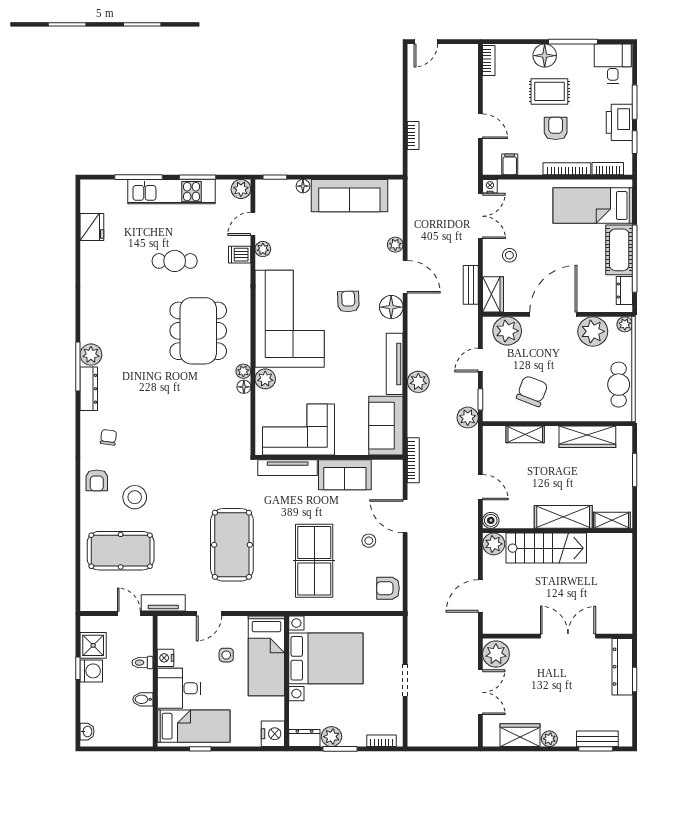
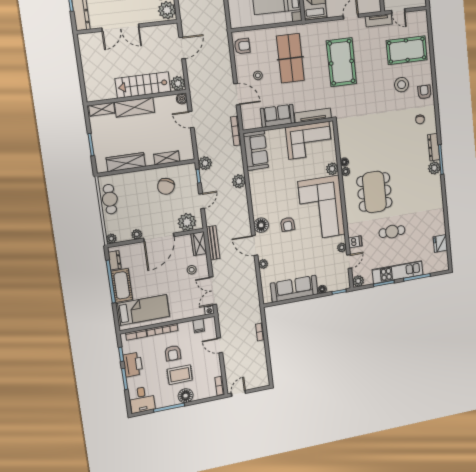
door: (426, 42) -> (238, 393), moved
bench: (471, 285) -> (213, 243), width x1.36
plant: (593, 331) -> (137, 234), width x0.53, depth x0.53
tv unit: (395, 364) -> (255, 190), removed

